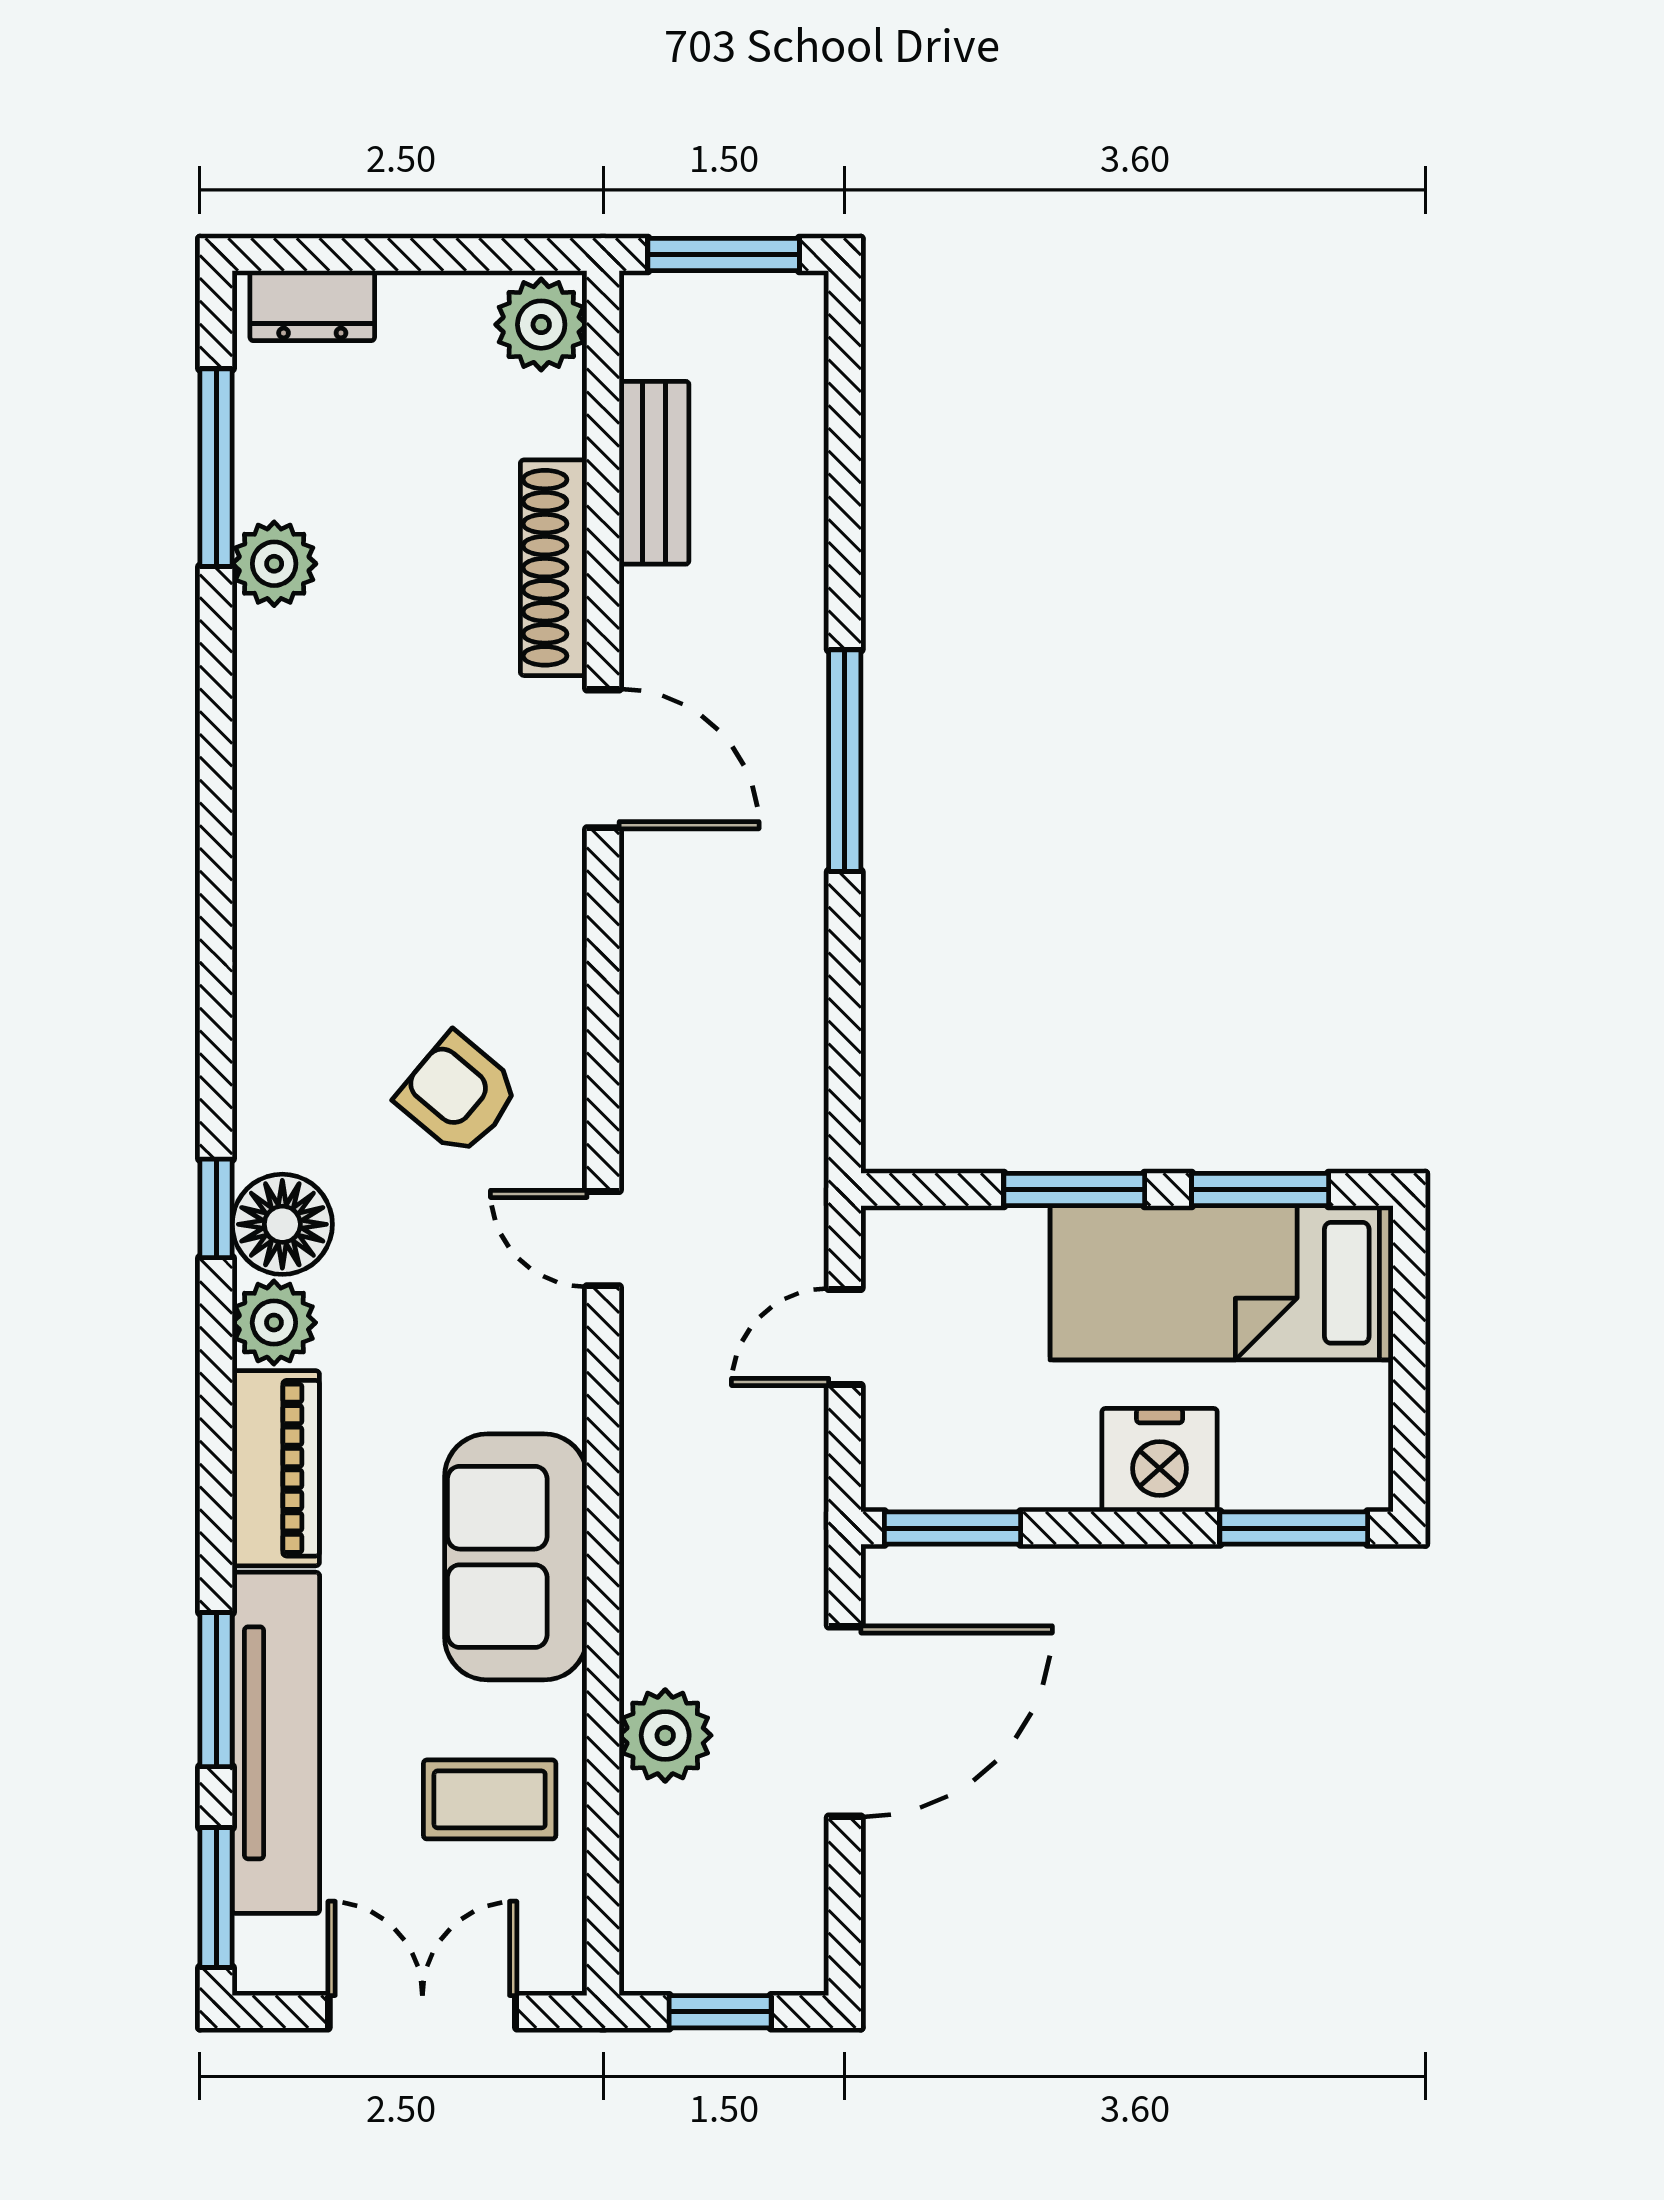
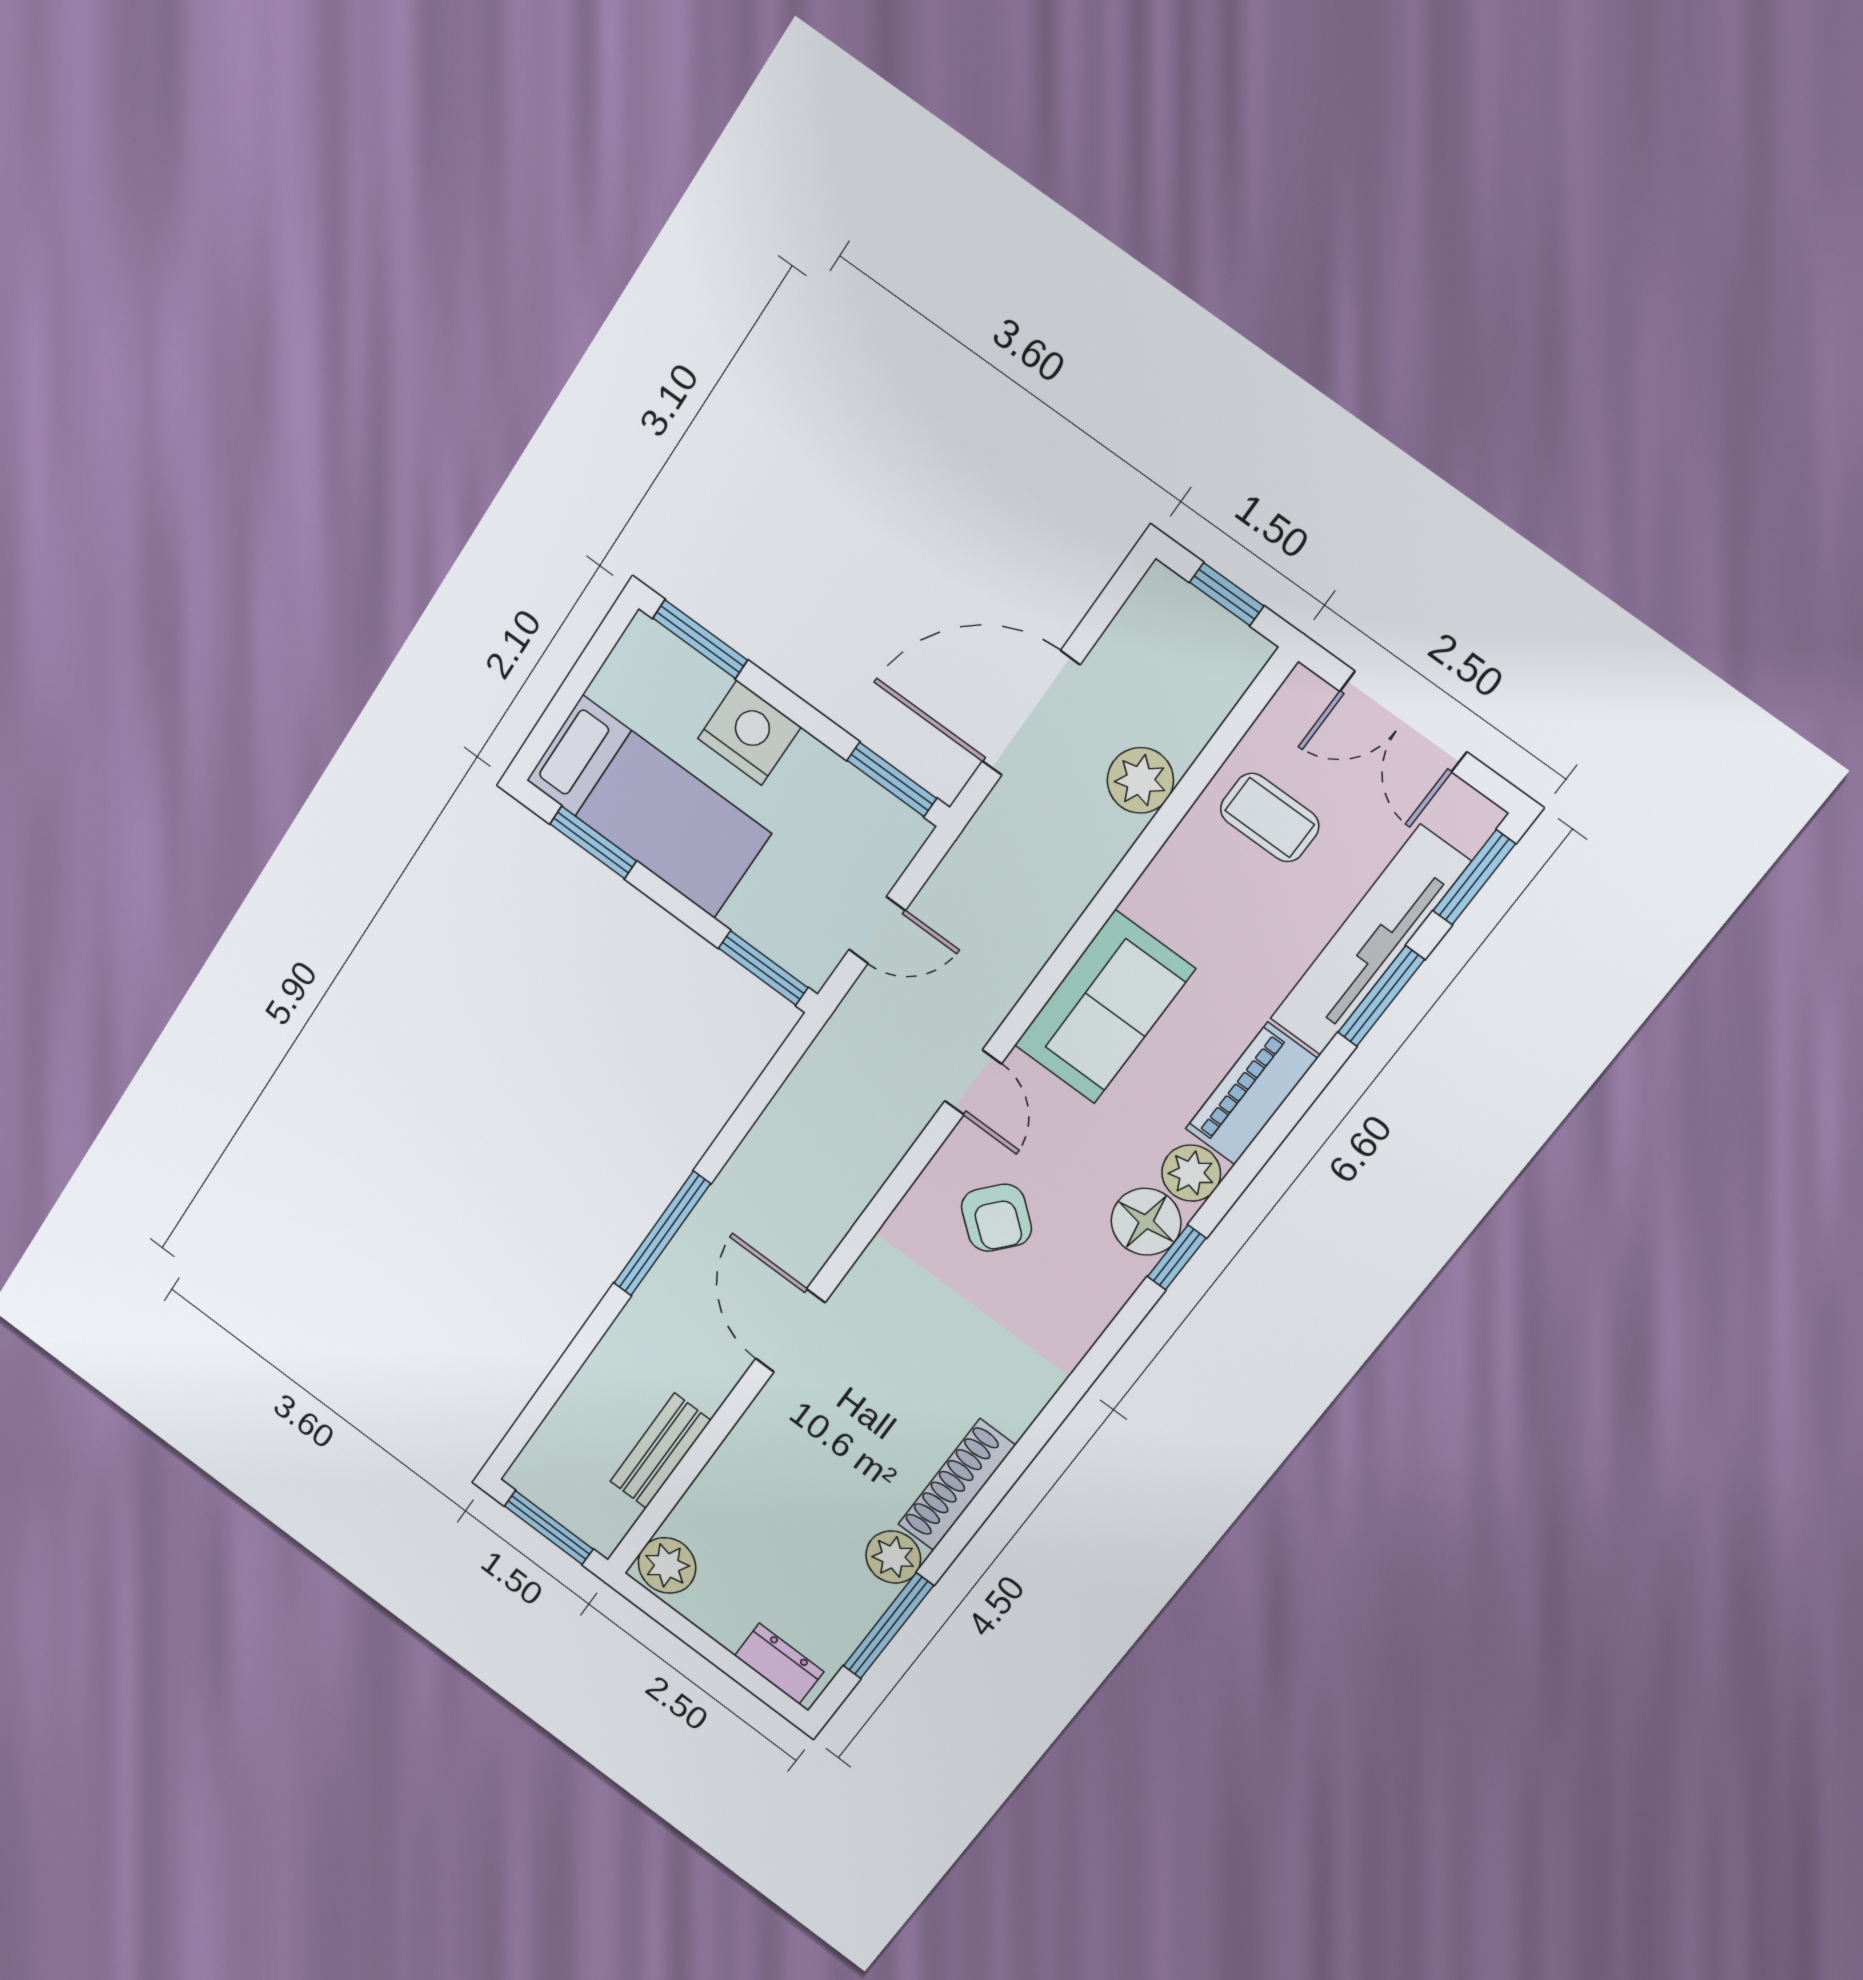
shoe rack: (554, 568) -> (957, 1485), moved, turned 180
window: (1074, 1190) -> (763, 968), moved
sofa: (516, 1557) -> (1105, 1007), moved

